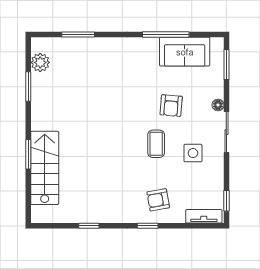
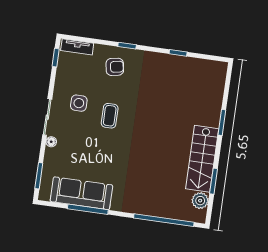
window: (78, 34) -> (164, 220), width x2.11
sofa: (185, 52) -> (81, 193), width x1.36
armchair: (171, 106) -> (92, 147), removed
stairs: (45, 168) -> (202, 159), moved

